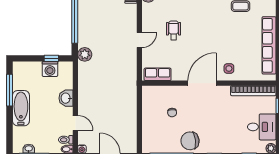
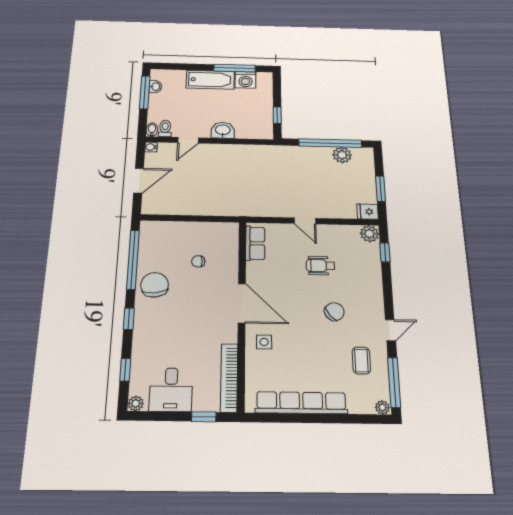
chair: (207, 22) -> (334, 312), added
wheelchair: (174, 30) -> (321, 266), turned 180
plant: (85, 54) -> (342, 155), moved
washing machine: (50, 69) -> (246, 80), moved, turned -90

